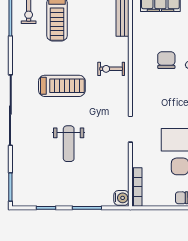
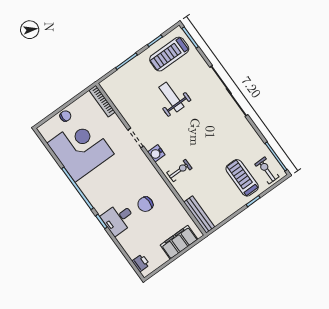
chair: (166, 60) -> (145, 204), turned 90
treadmill: (62, 86) -> (169, 54), moved
water cooler: (121, 198) -> (156, 153), moved

